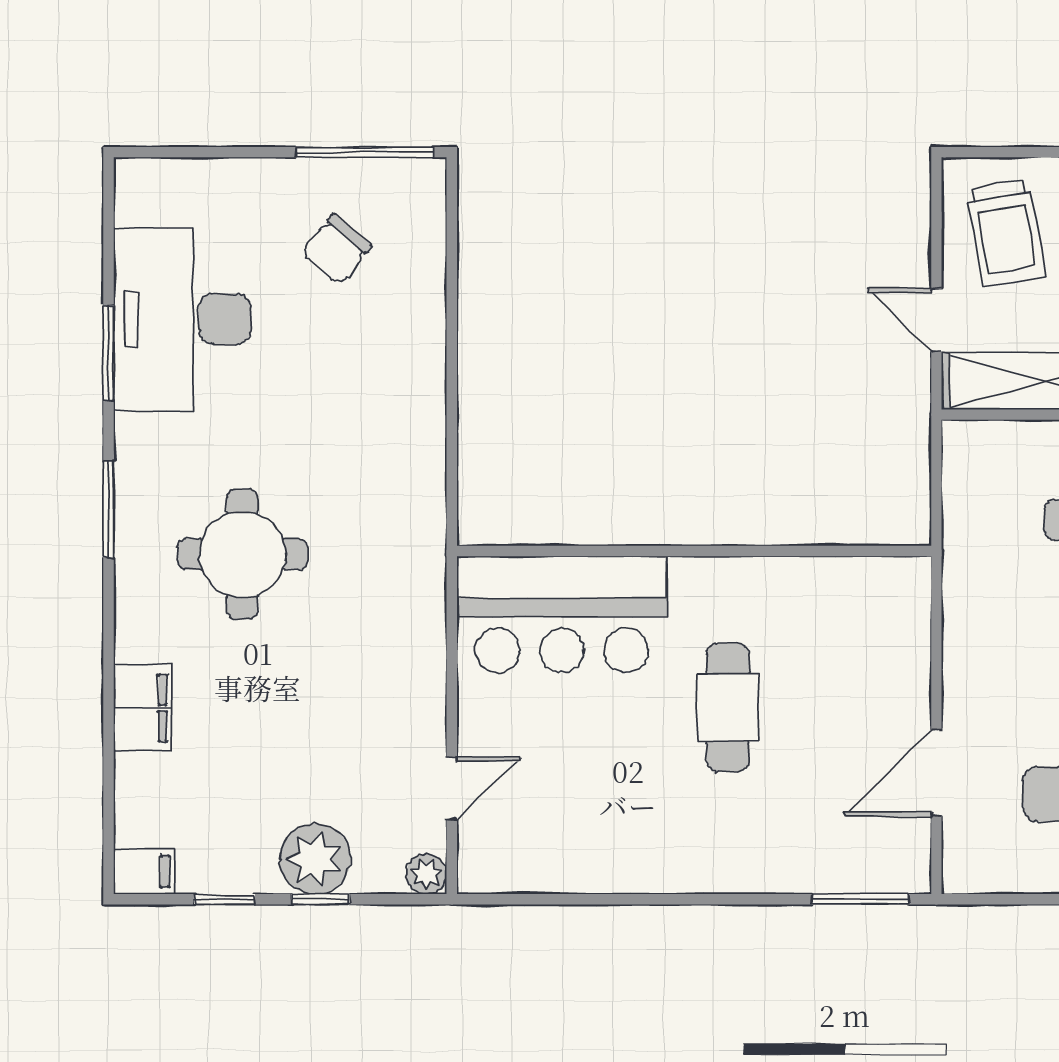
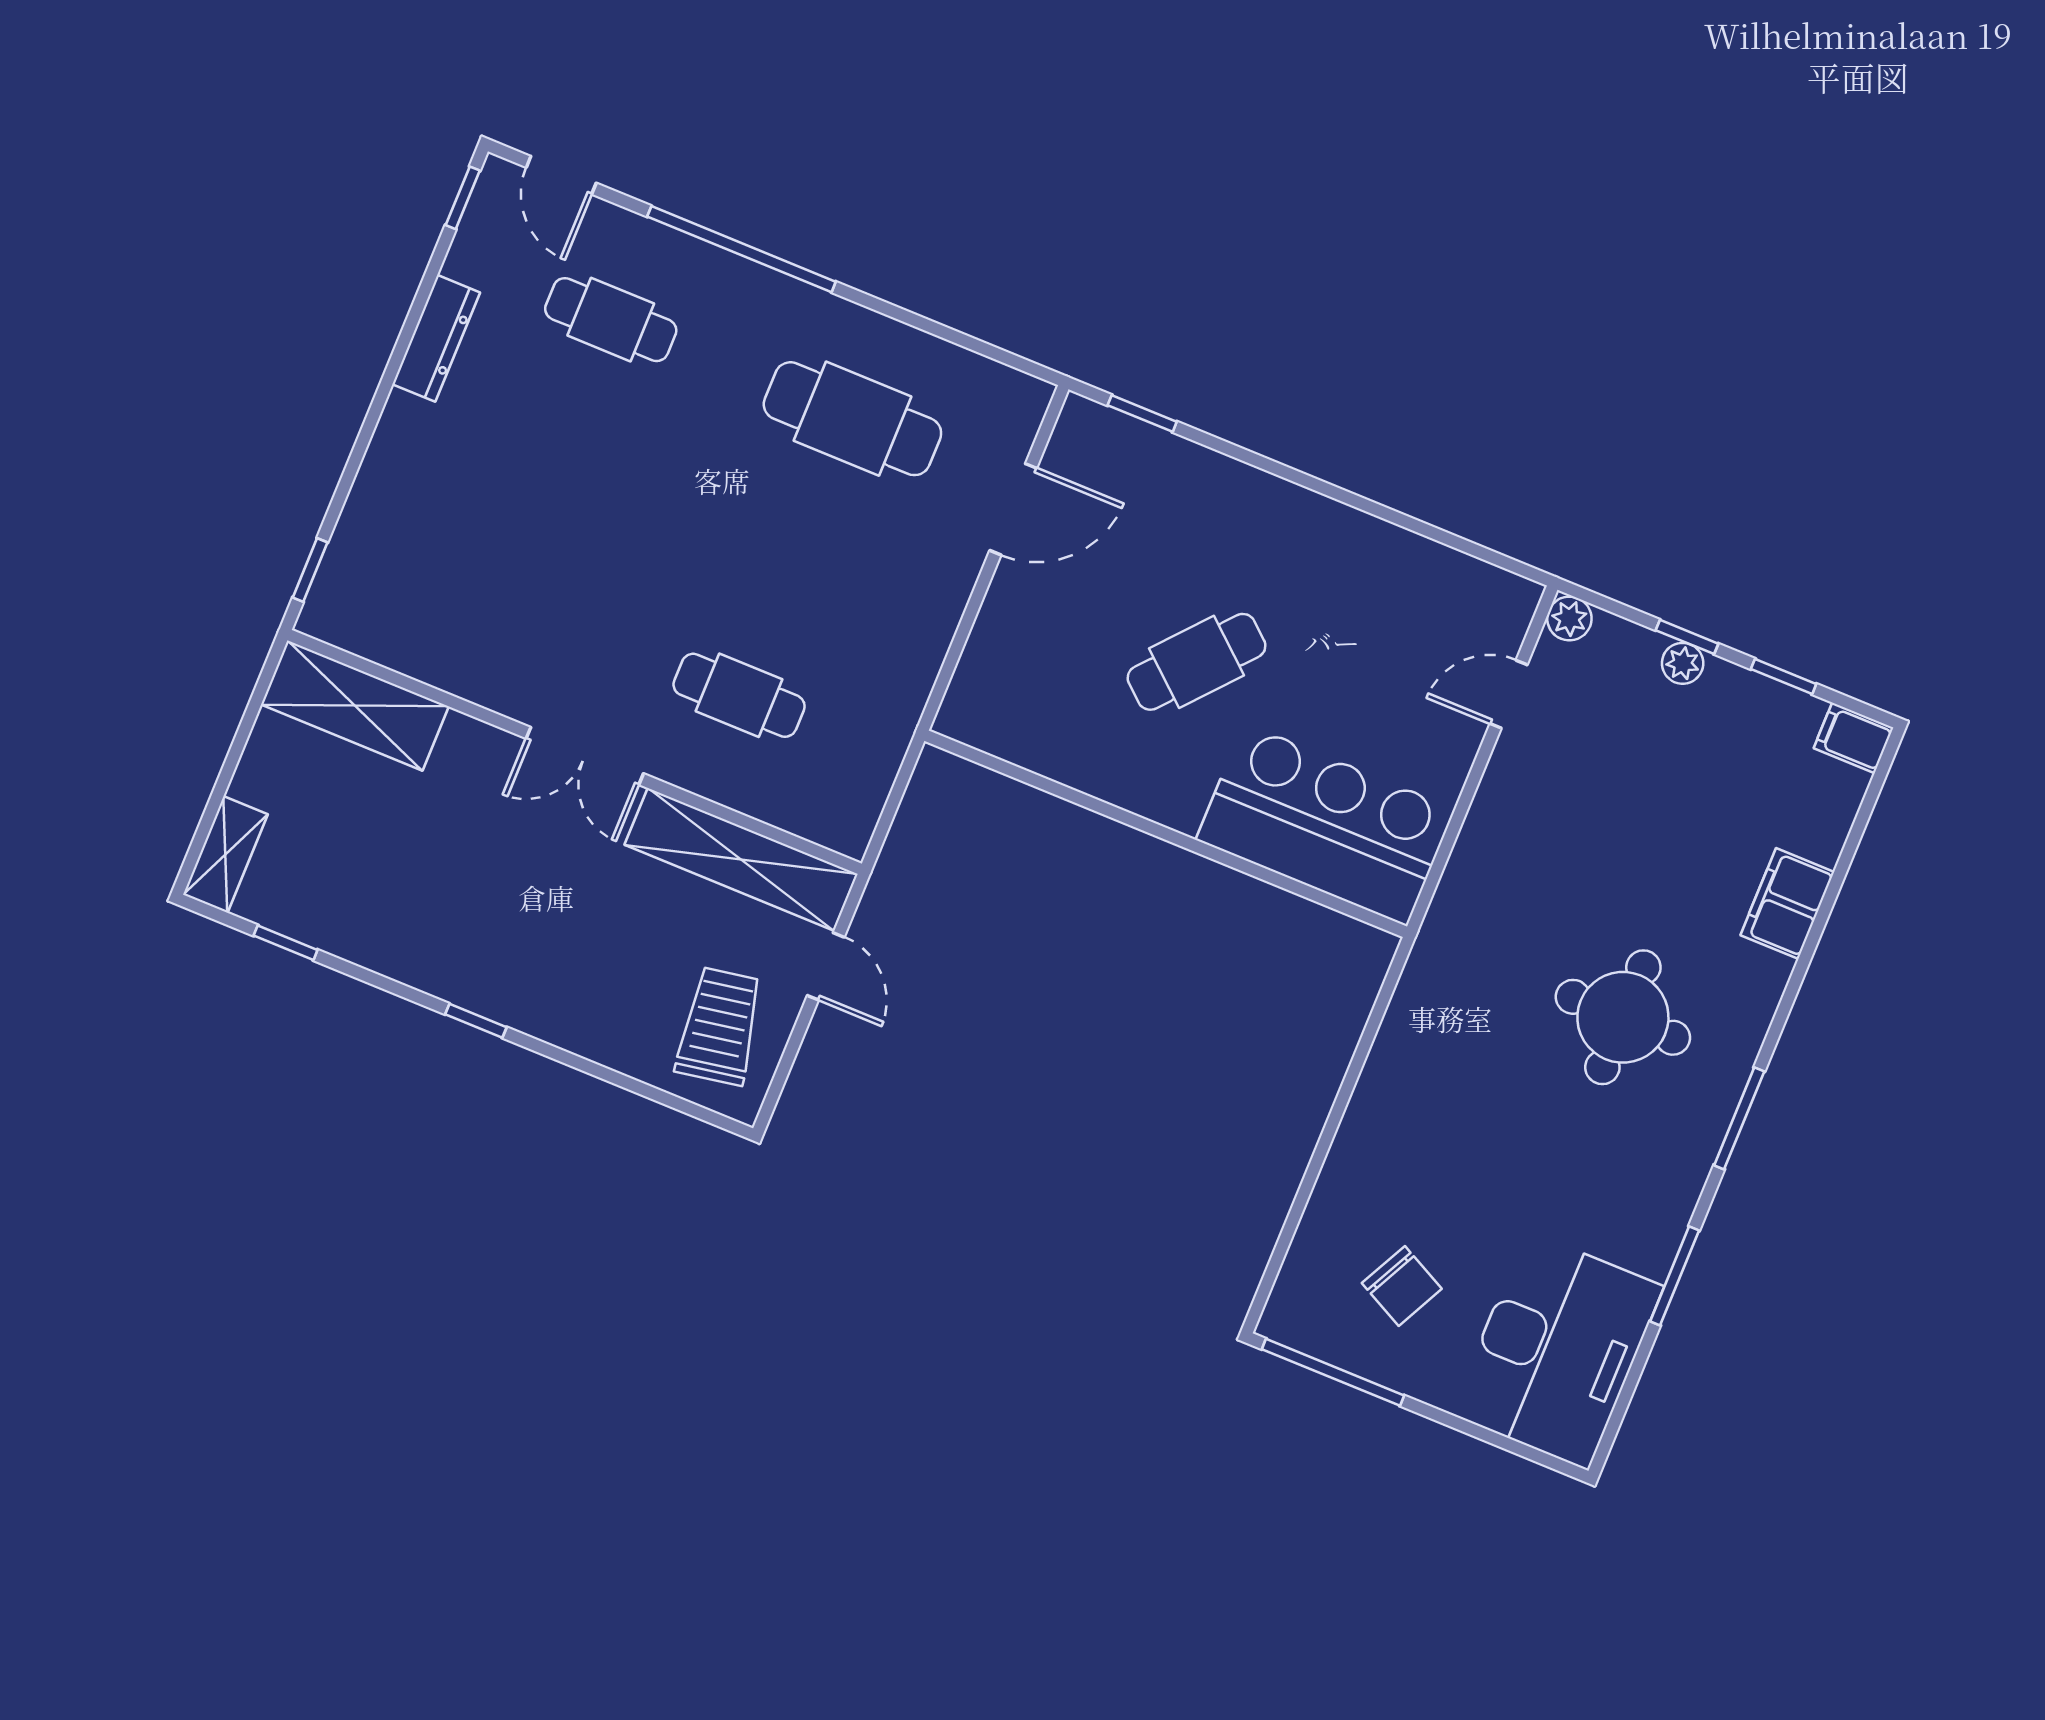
chair: (336, 249) -> (1402, 1286), turned 77
desk: (182, 319) -> (1557, 1350), moved
cafe table: (728, 707) -> (1197, 662), turned 41
plant: (315, 859) -> (1683, 663), width x0.53, depth x0.53
window: (860, 899) -> (1142, 414), width x0.67

